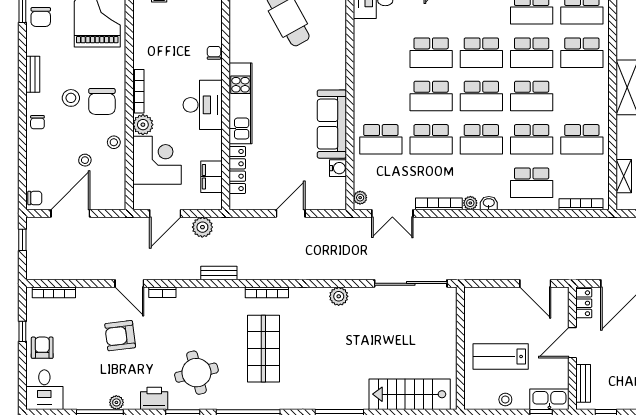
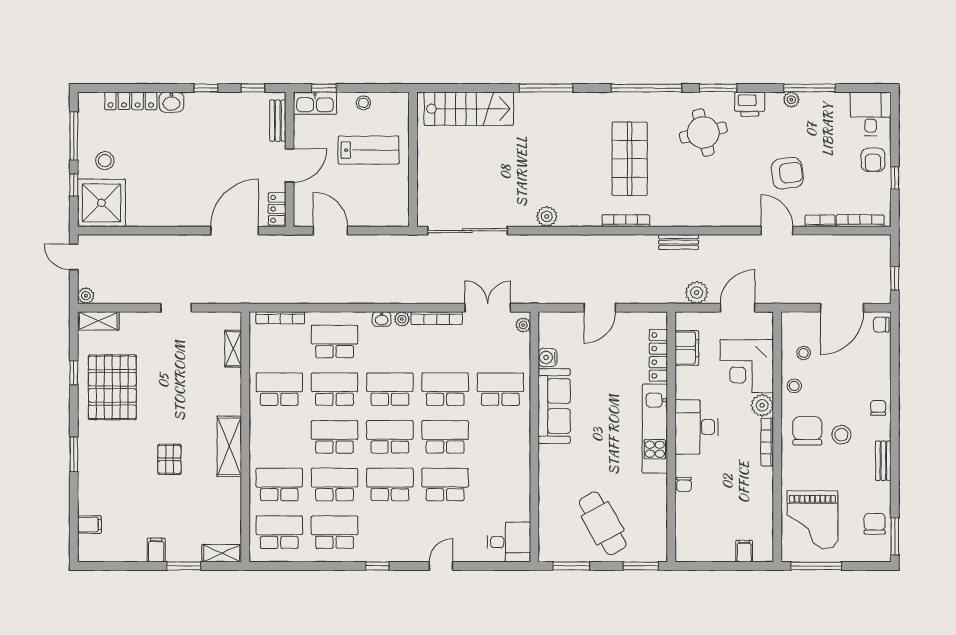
stool: (85, 160) -> (804, 353), moved
bookcase: (162, 292) -> (820, 221), moved

